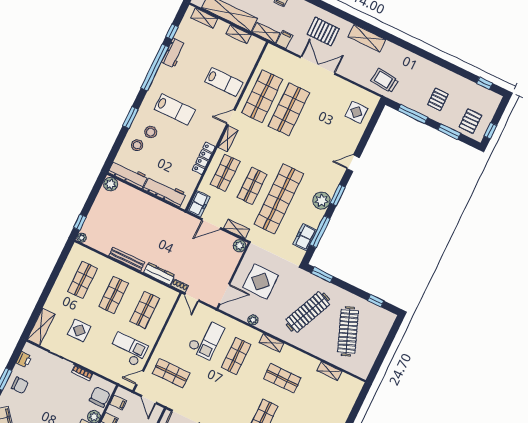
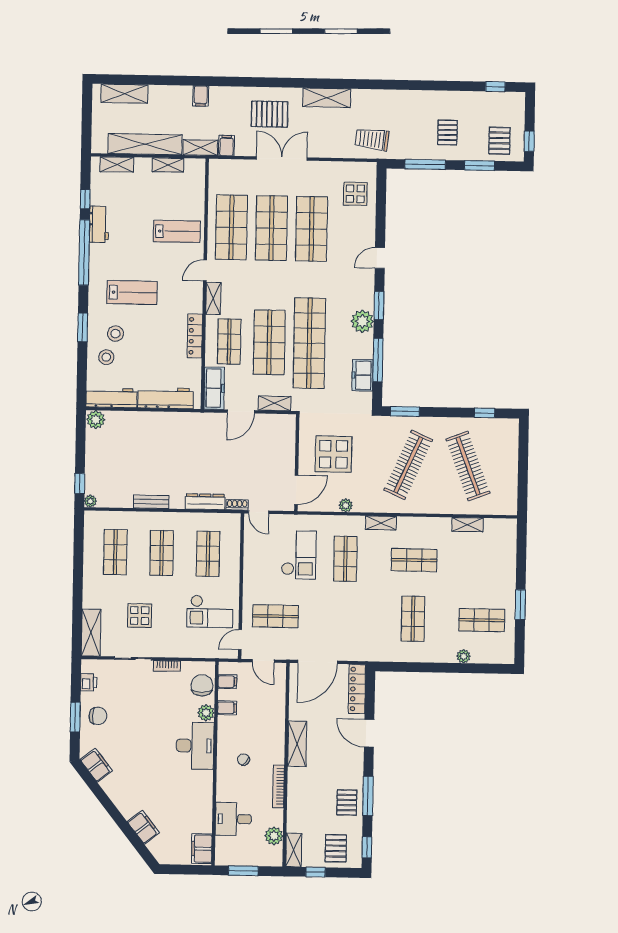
shop shelf: (316, 122) -> (312, 229), added
shop shelf: (252, 186) -> (269, 342), width x1.43, depth x1.36
freezer: (199, 204) -> (214, 388), width x1.40
plant: (239, 246) -> (288, 422), removed
bench: (127, 259) -> (151, 502), width x0.73
checkout: (128, 349) -> (210, 611), turned 180

